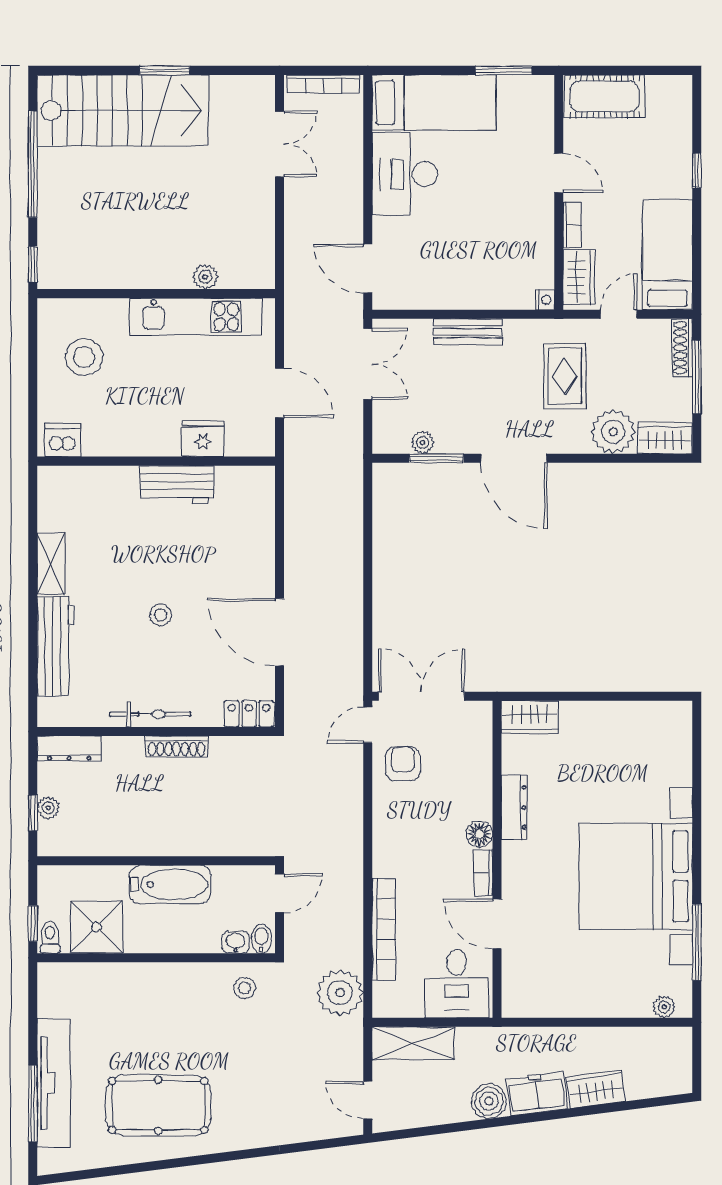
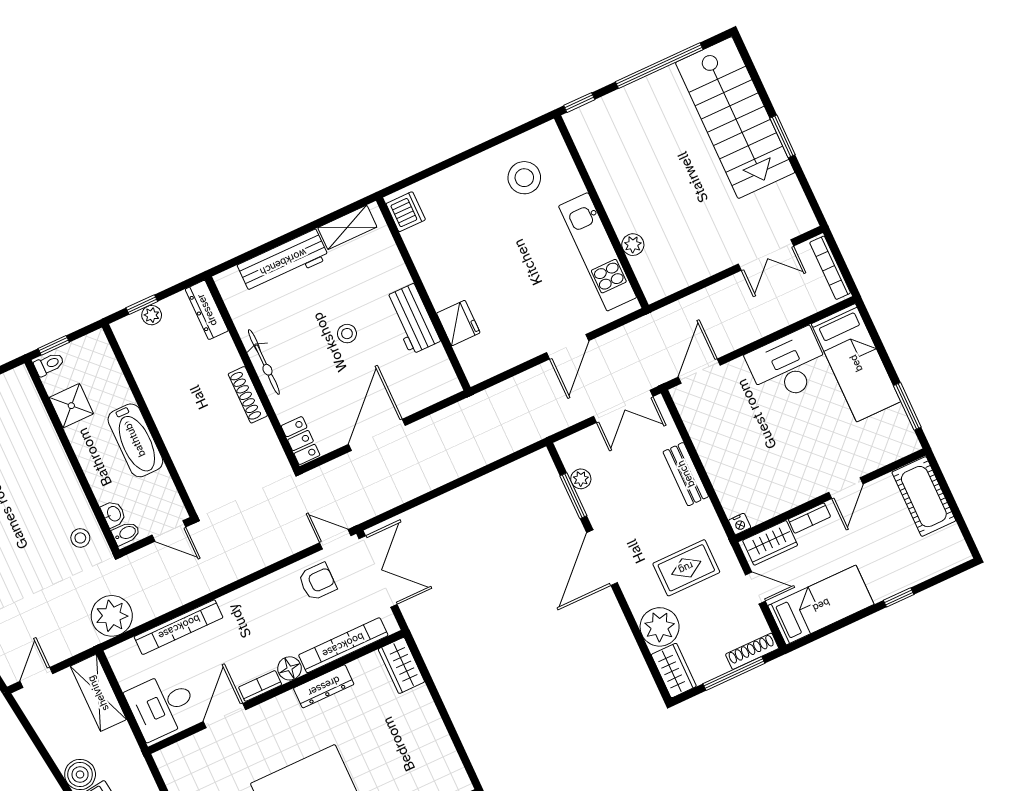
fridge: (203, 439) -> (458, 323), moved
dishwasher: (63, 440) -> (406, 212), moved
wall: (156, 461) -> (423, 294), moved
workbench: (177, 484) -> (412, 319), moved
bookcase: (481, 767) -> (343, 645), added
shower: (96, 927) -> (71, 406), width x0.73, depth x0.73

